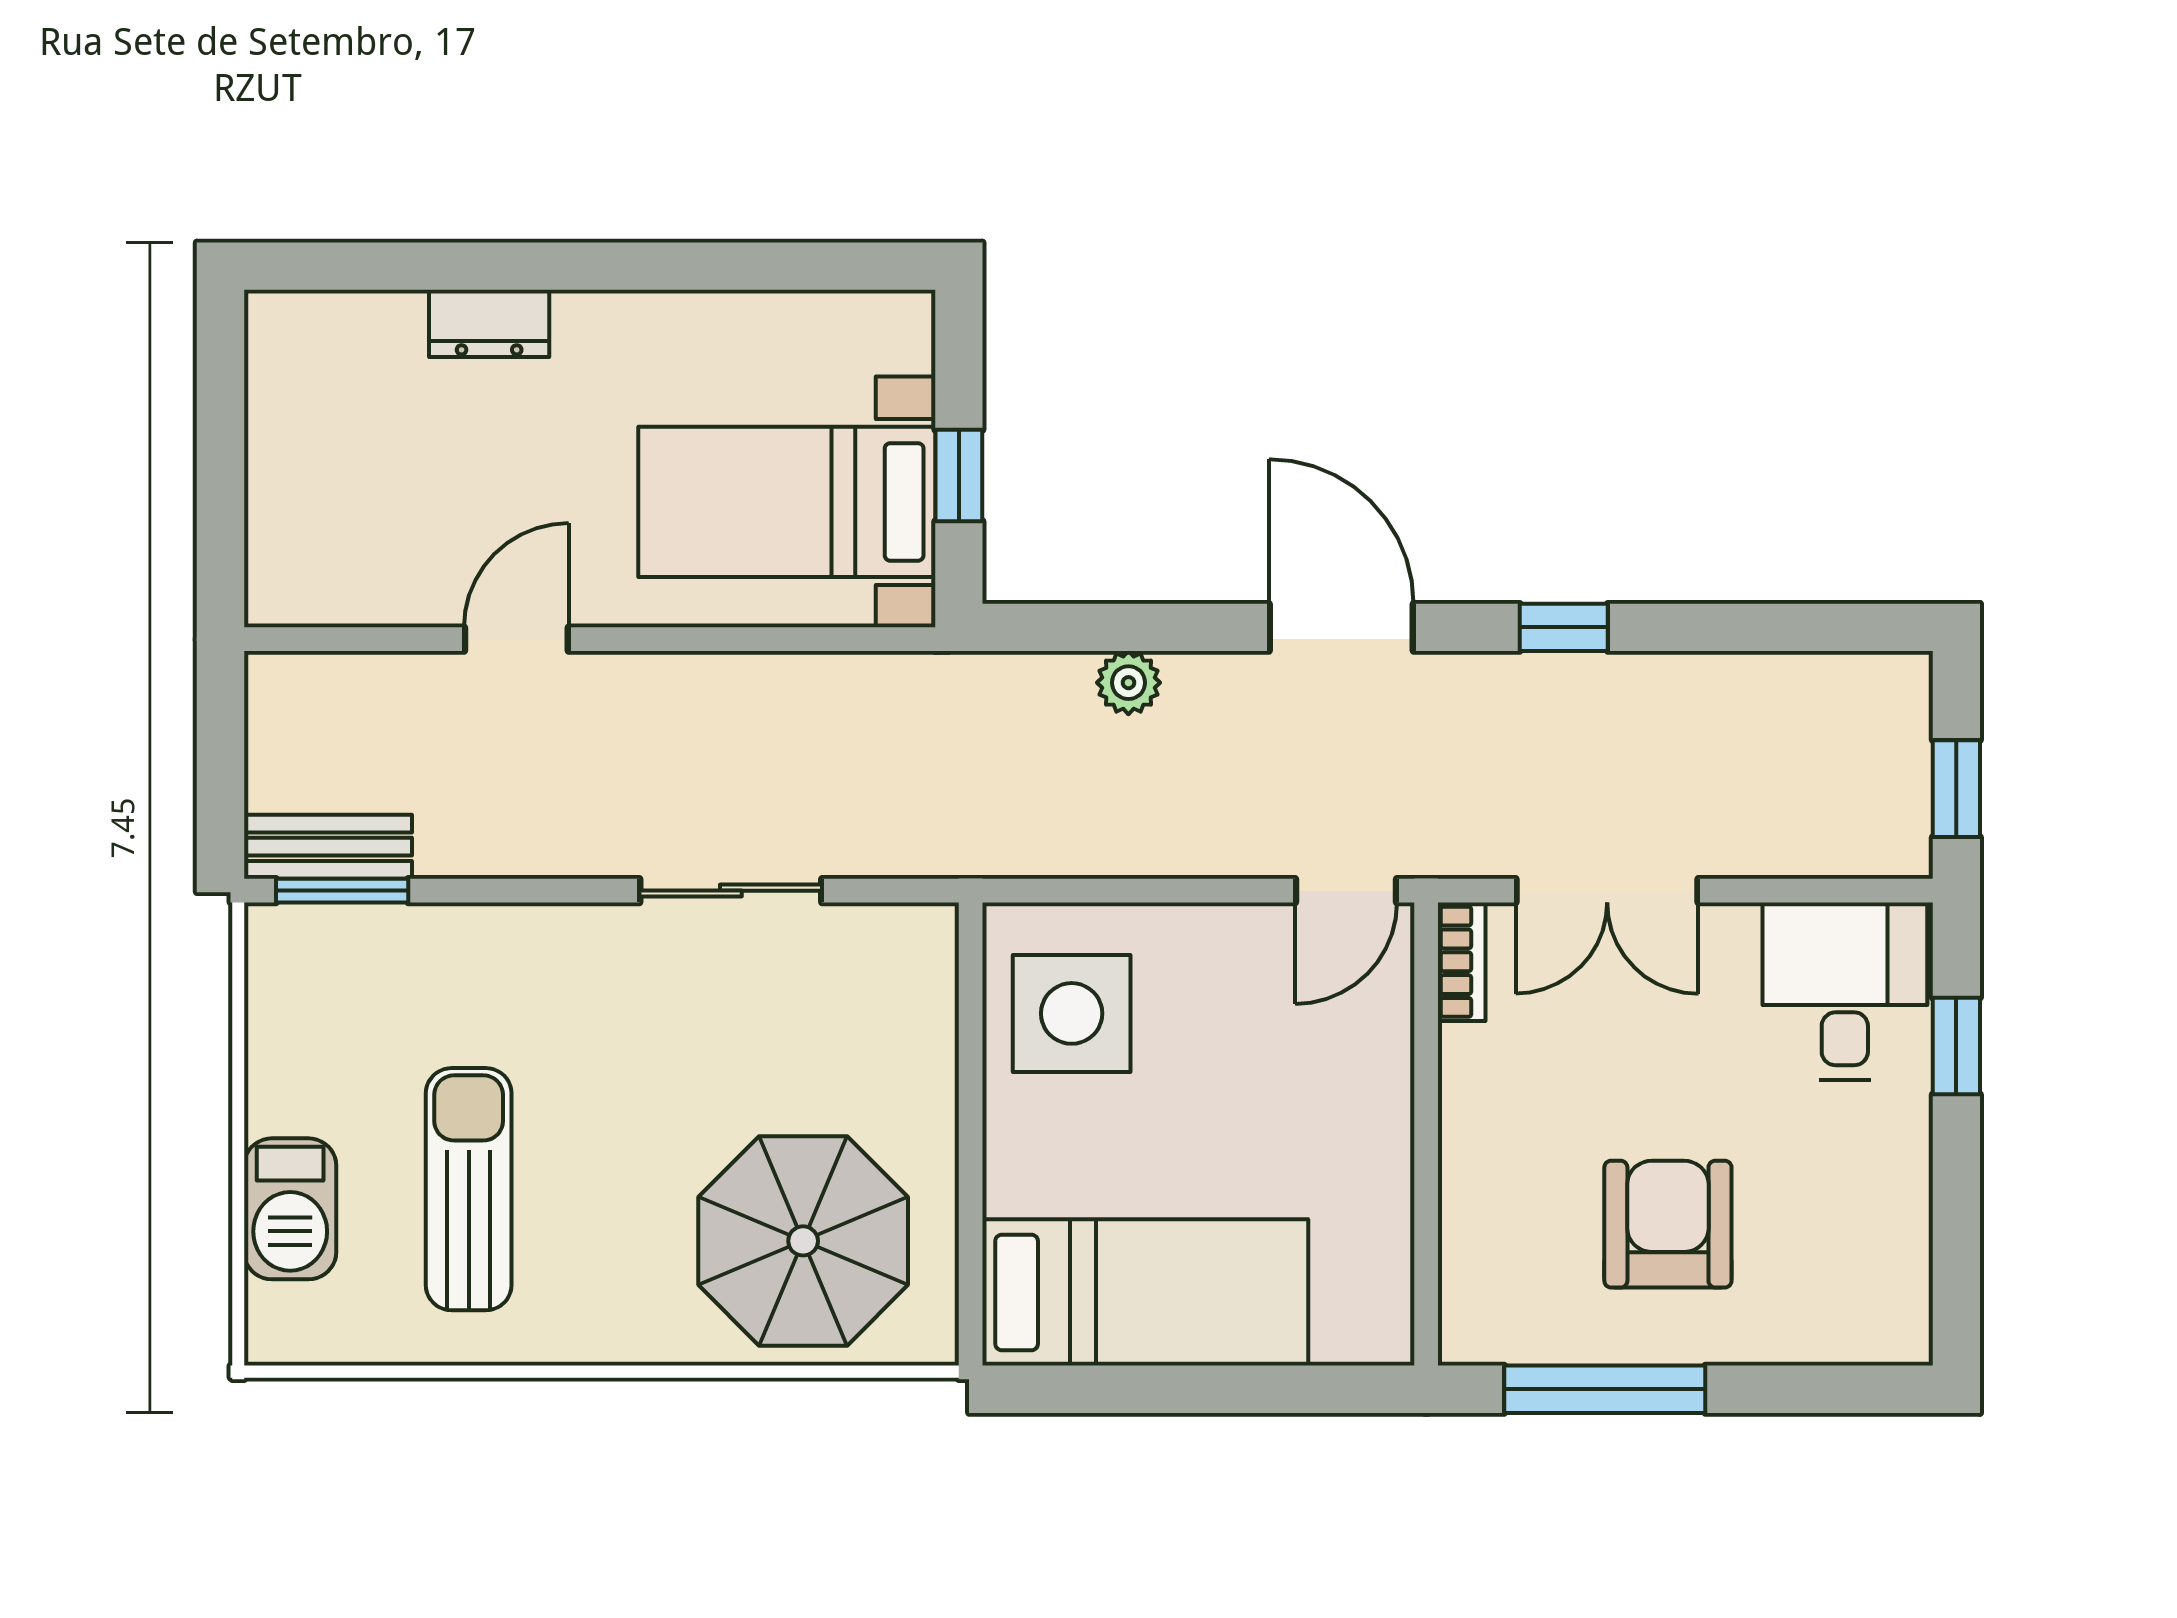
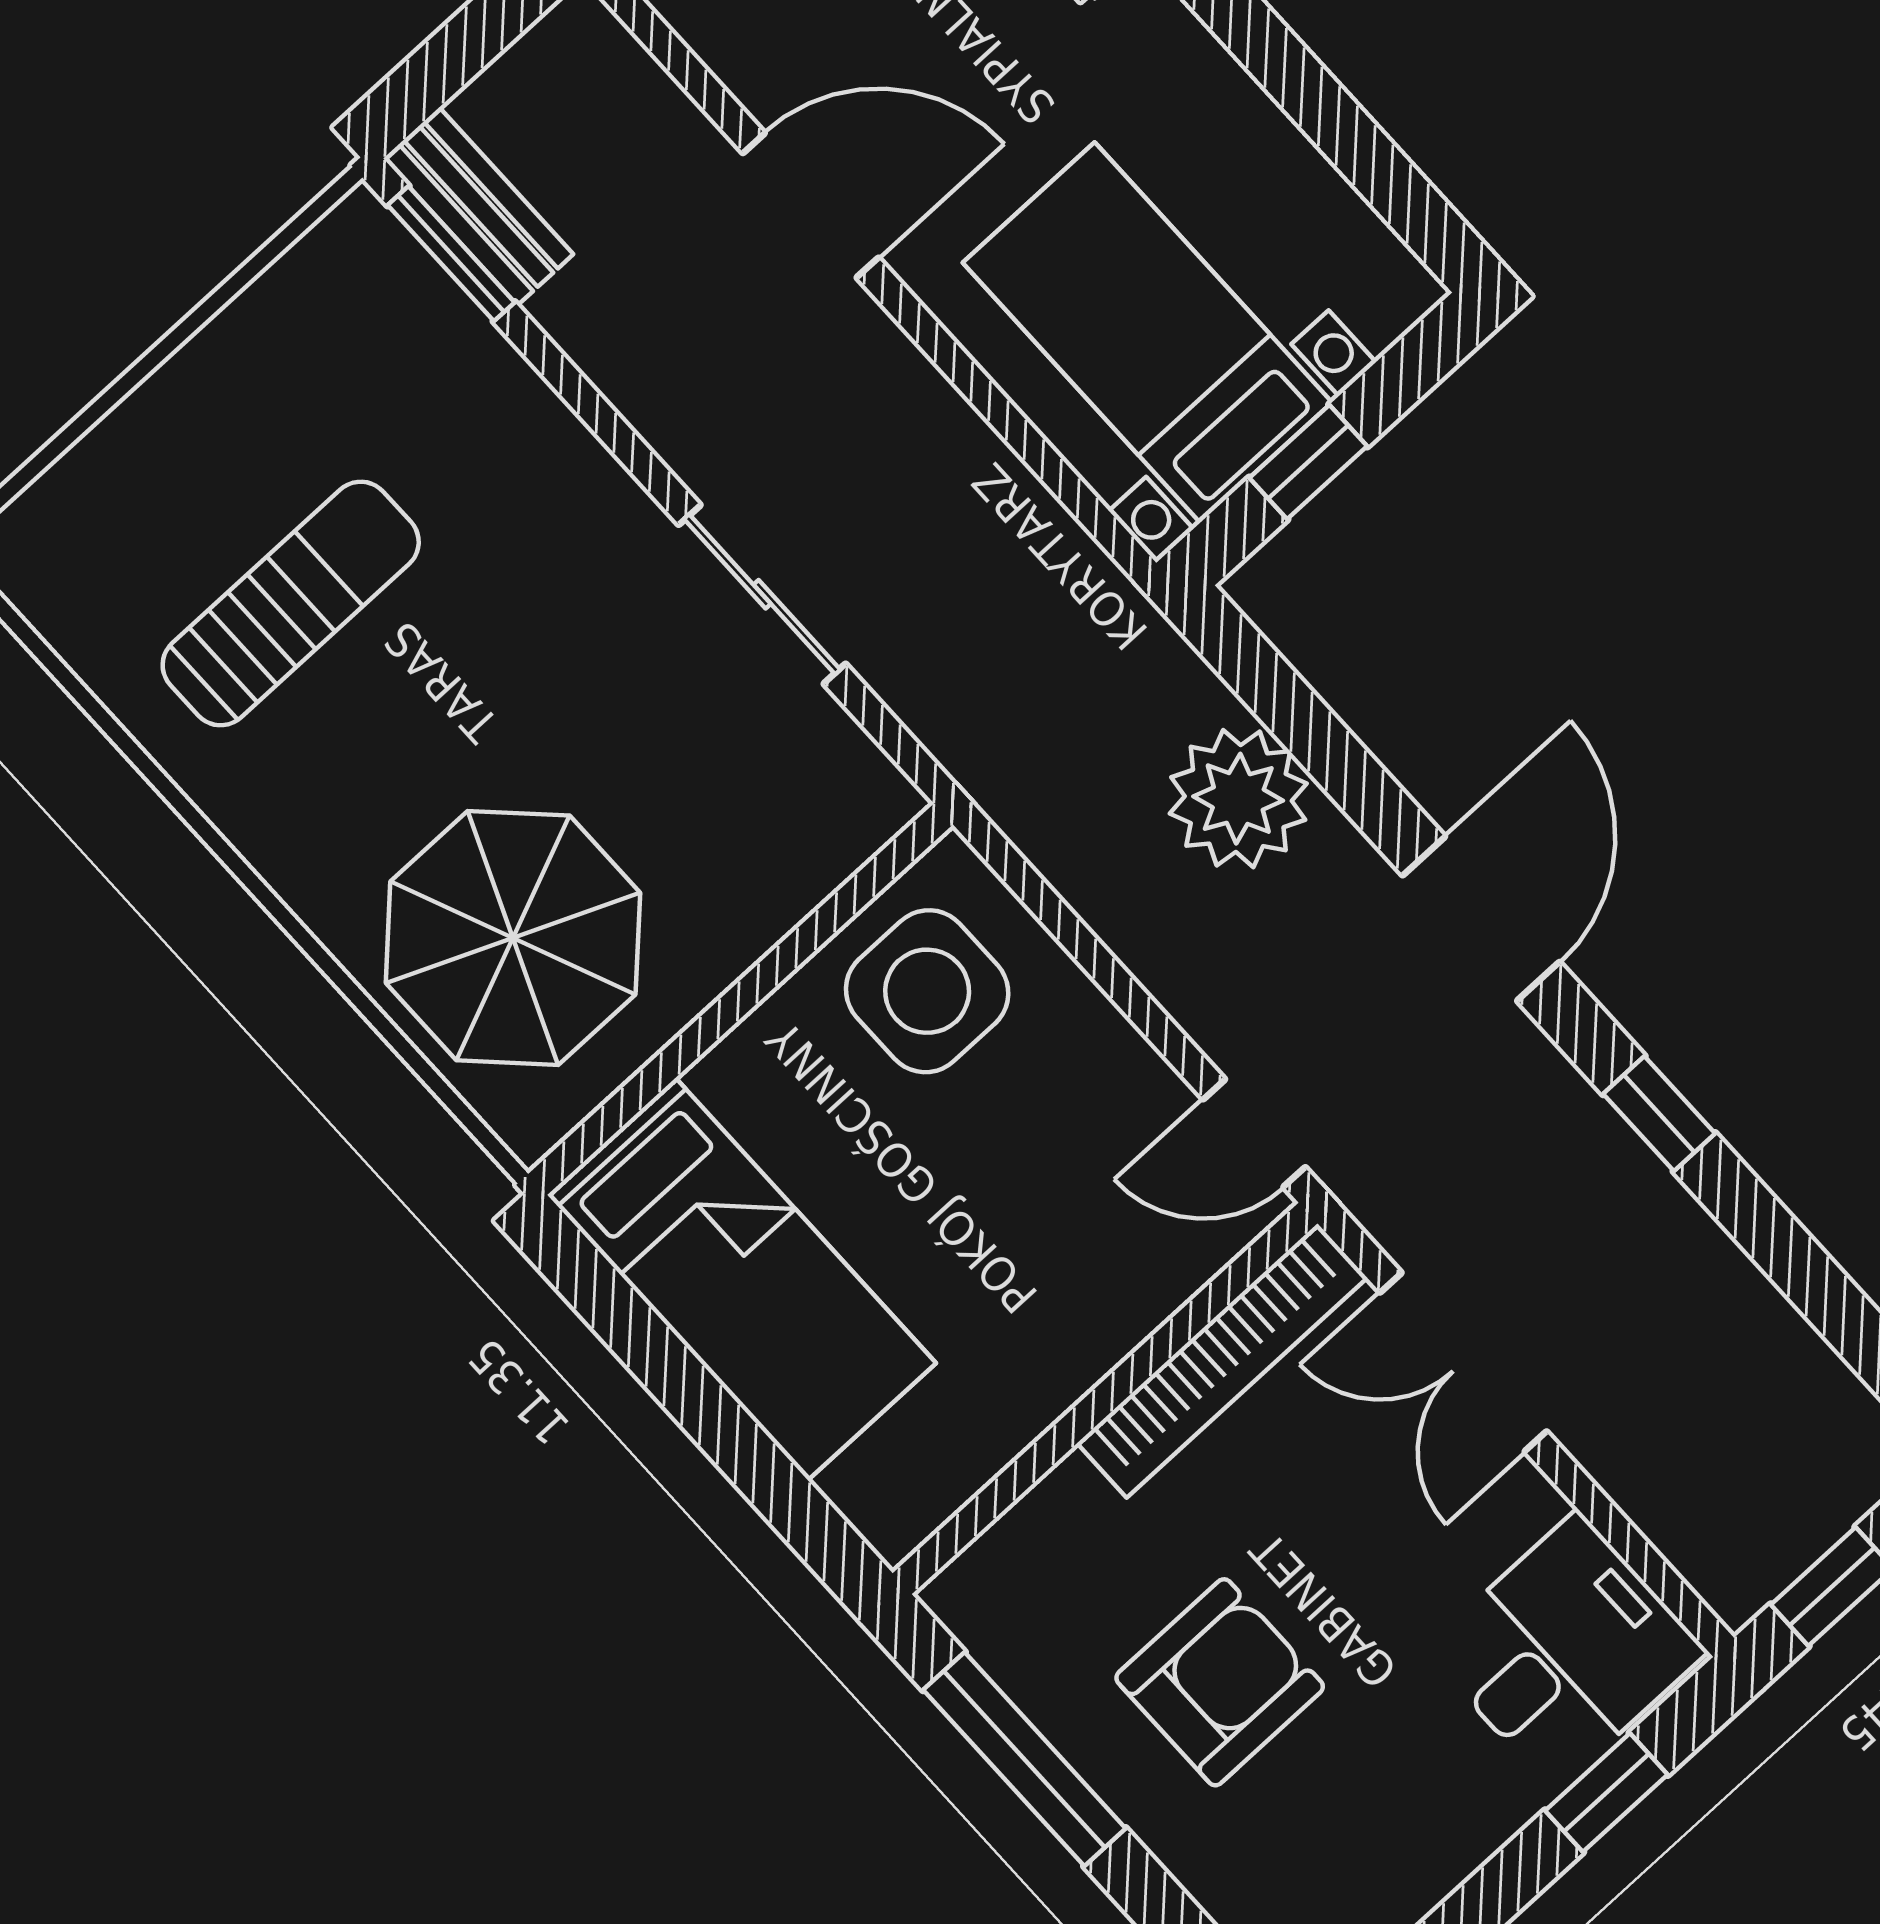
door: (516, 639) -> (811, 205), width x1.38
plant: (1128, 683) -> (1238, 799), width x1.88, depth x1.88
bookcase: (1462, 962) -> (1222, 1361), width x2.31, depth x1.31
barbecue: (290, 1209) -> (131, 463), removed

